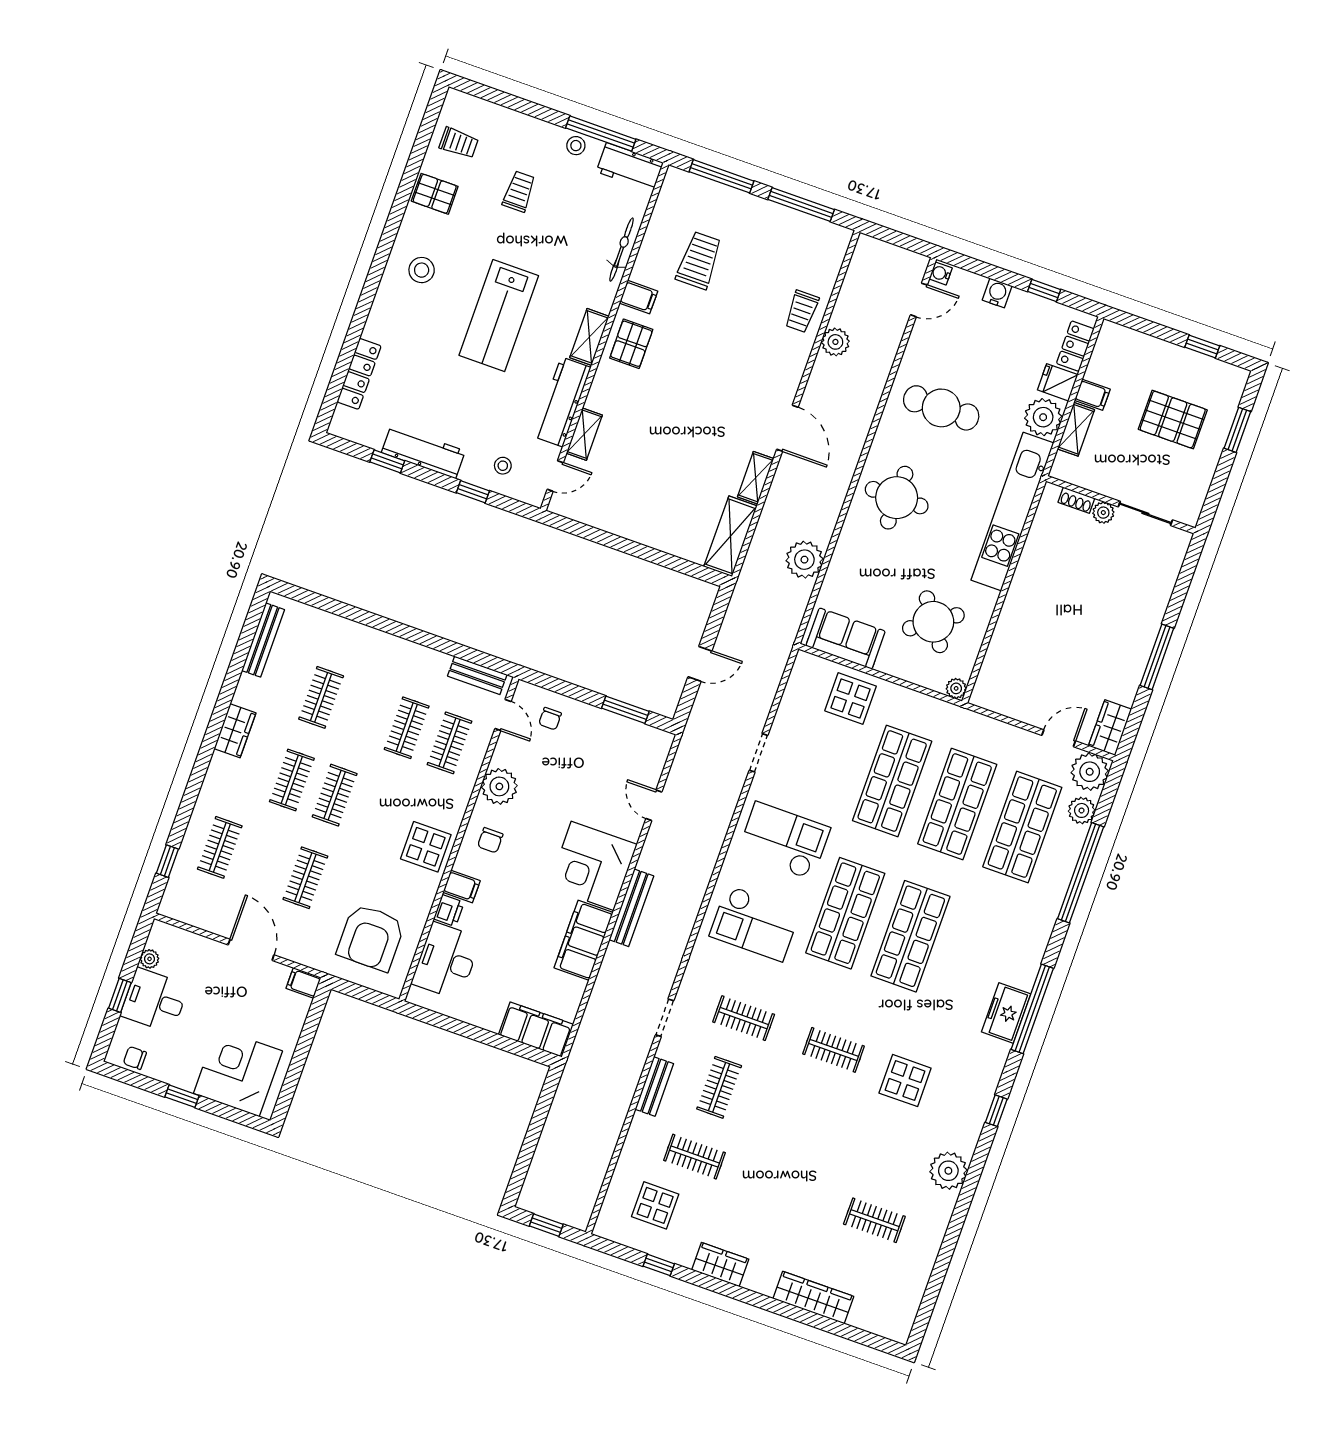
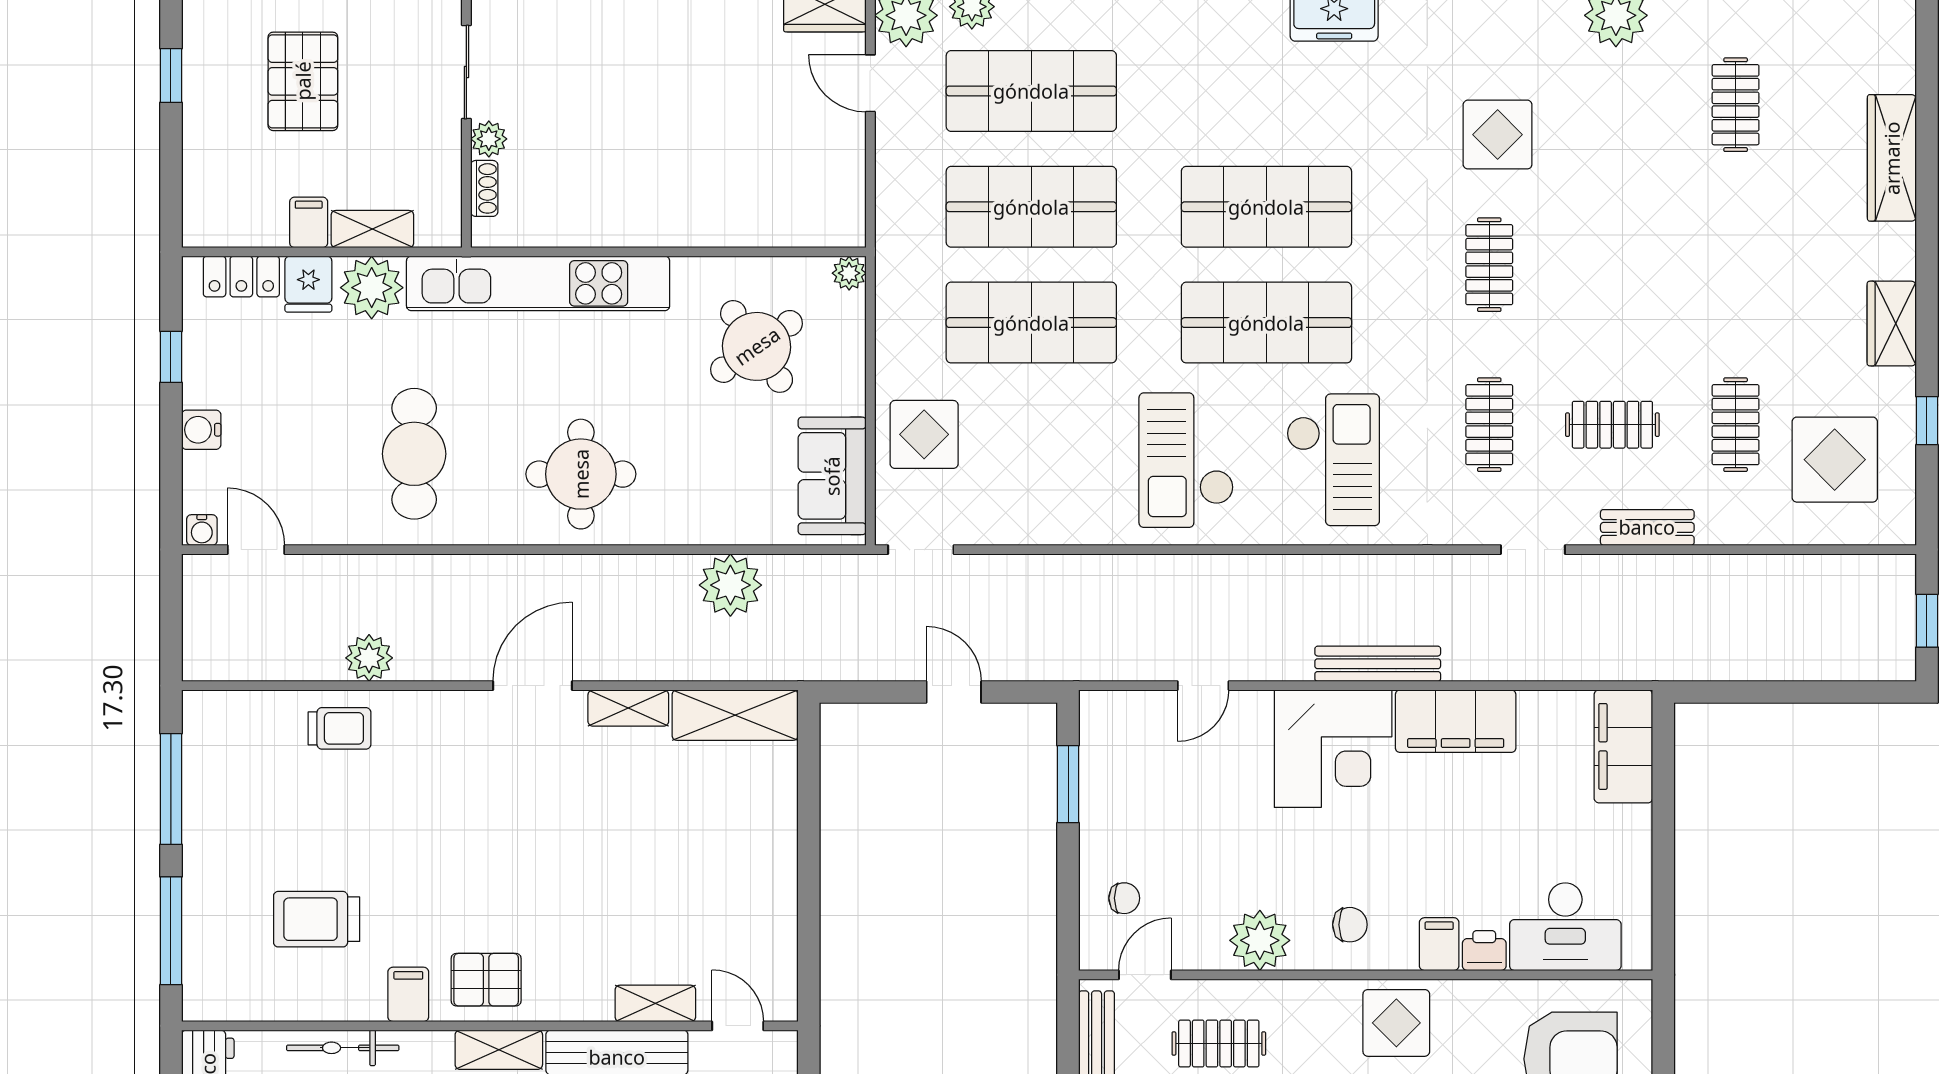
doorway: (759, 753) -> (921, 550), moved
display table: (655, 1205) -> (1835, 460), width x1.36, depth x1.36

